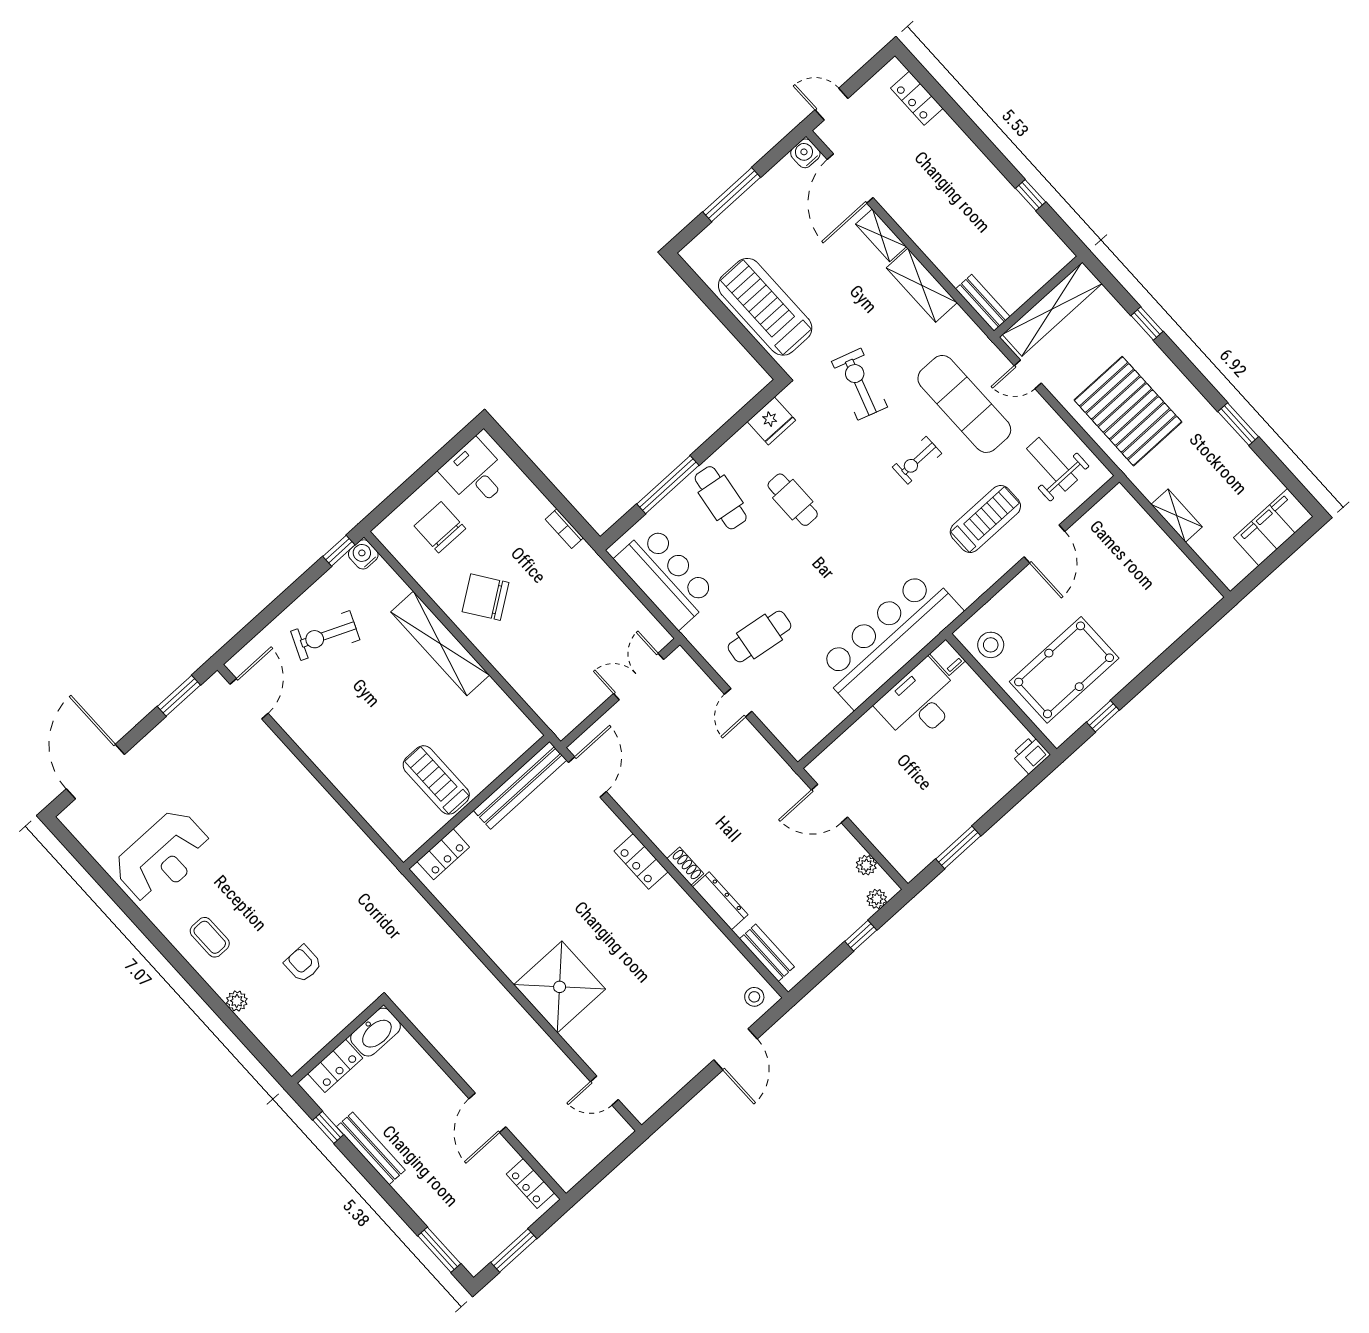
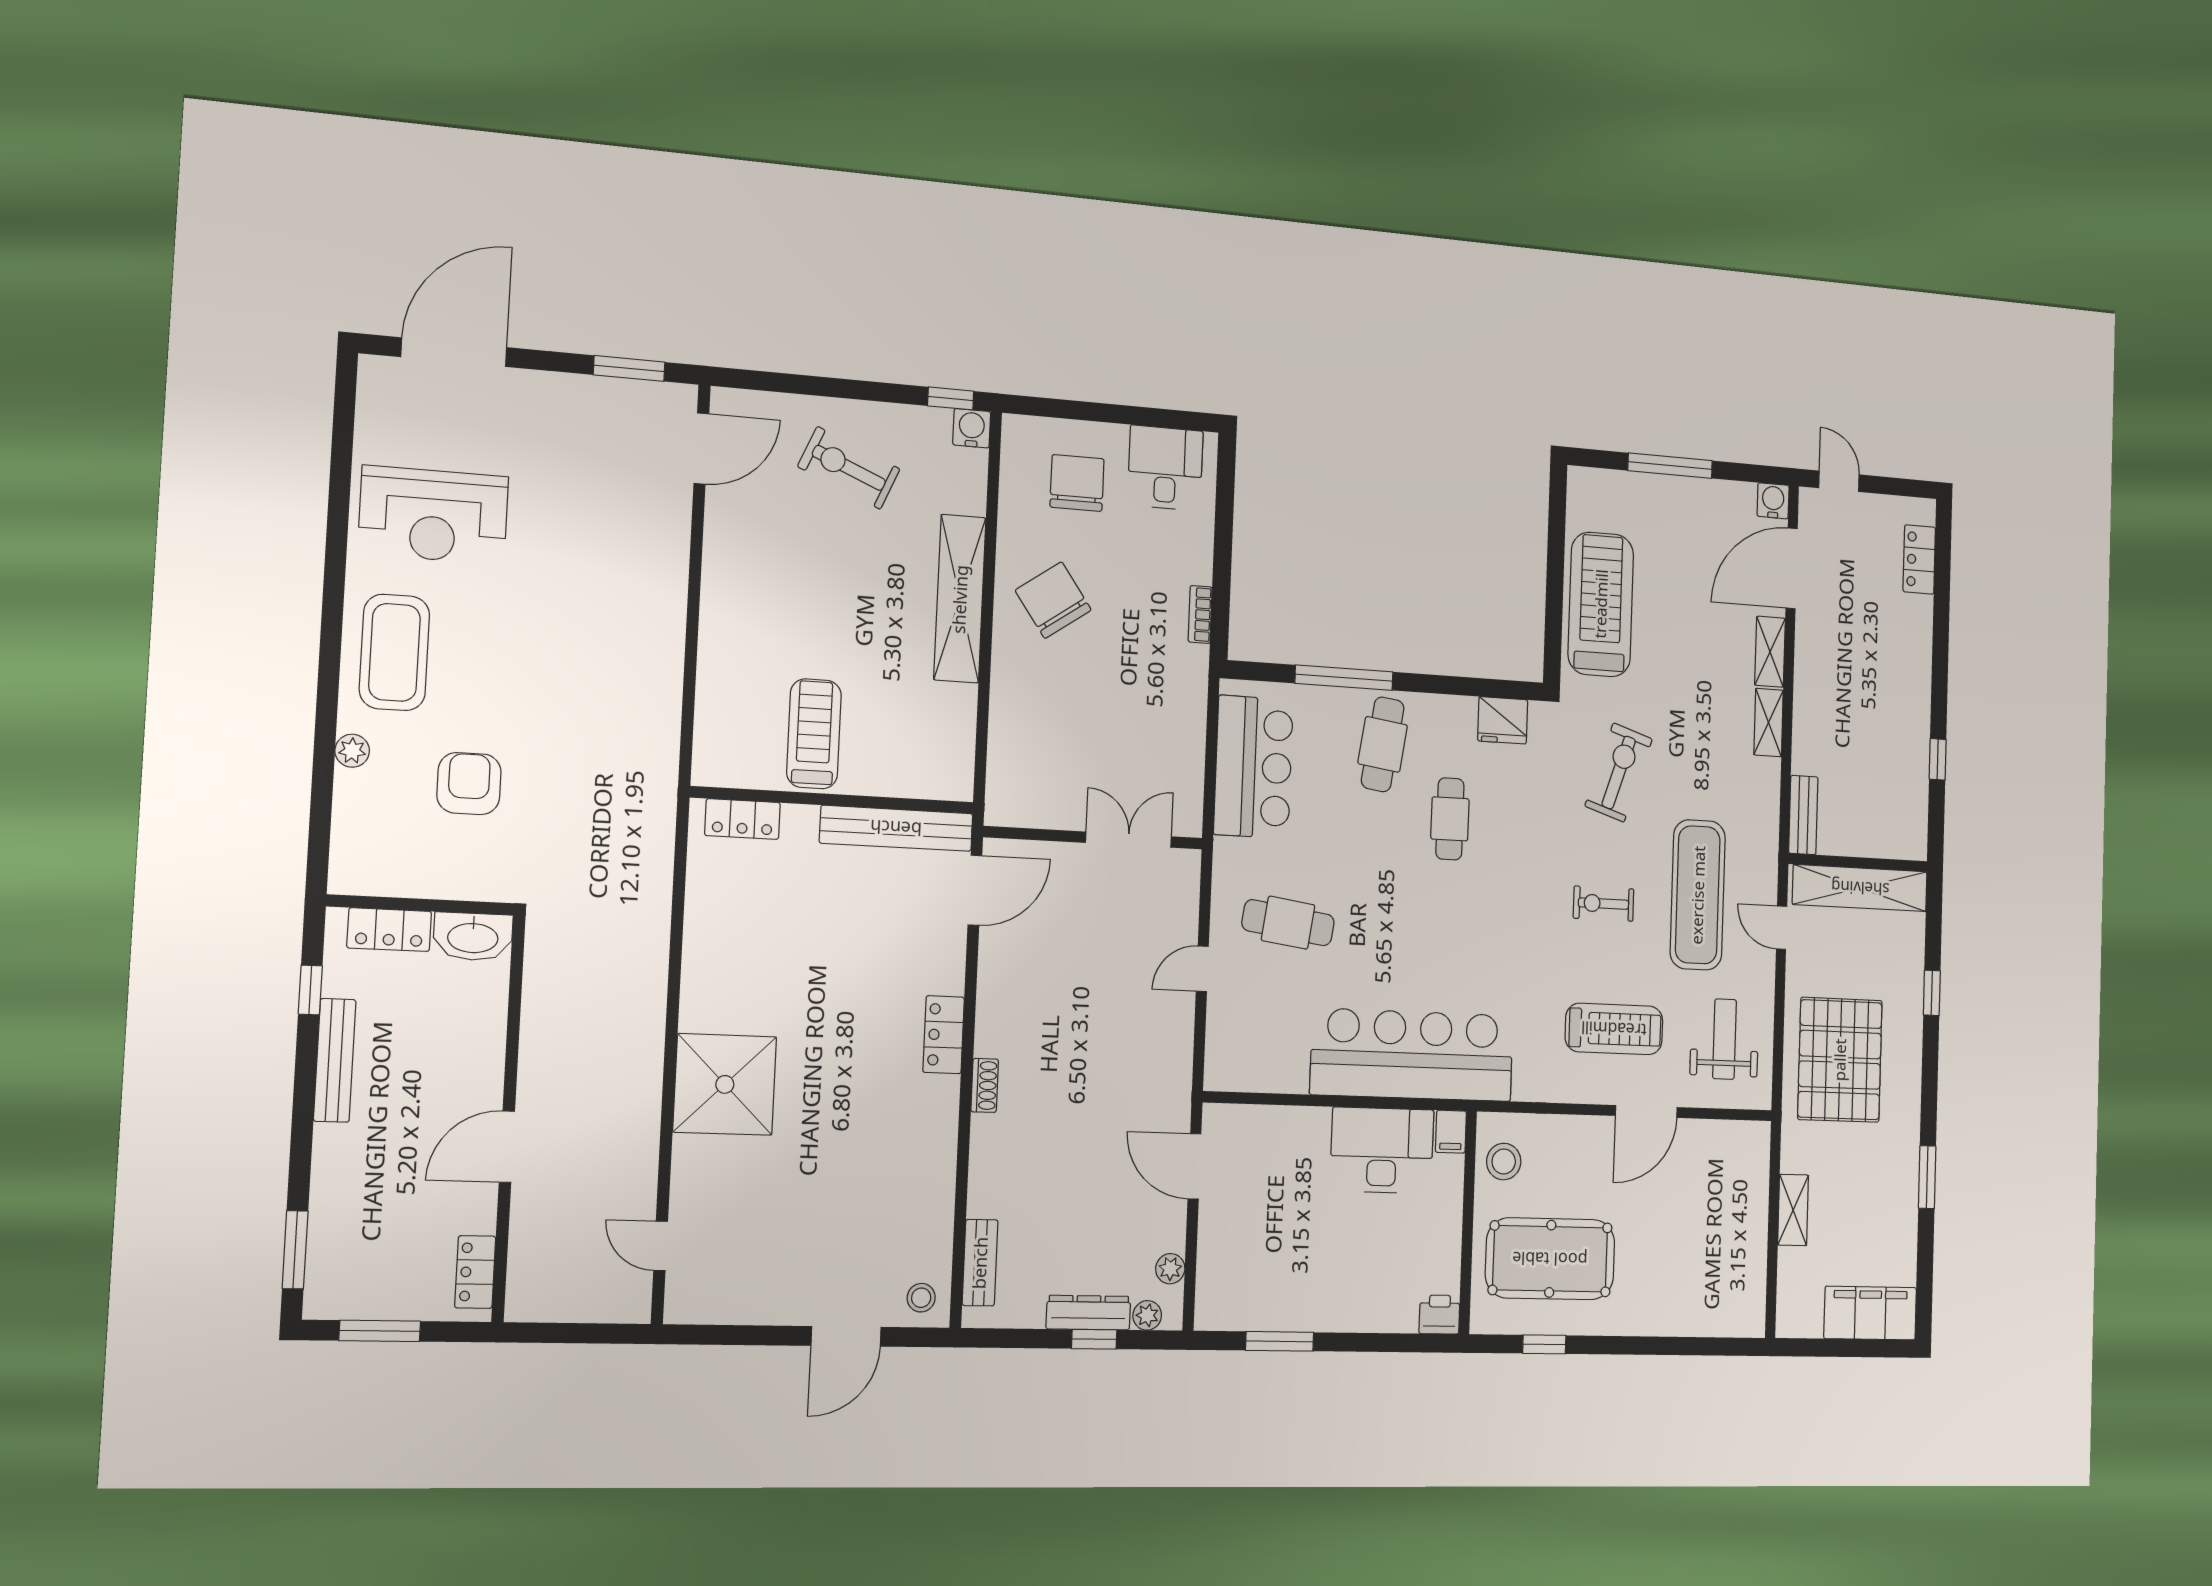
shelving: (922, 285) -> (1769, 723), width x0.67, depth x0.75
dresser: (720, 901) -> (1088, 1313), moved, turned -90
coffee table: (210, 937) -> (394, 652), width x1.86, depth x1.72
armchair: (303, 964) -> (469, 784), width x1.38, depth x1.38

